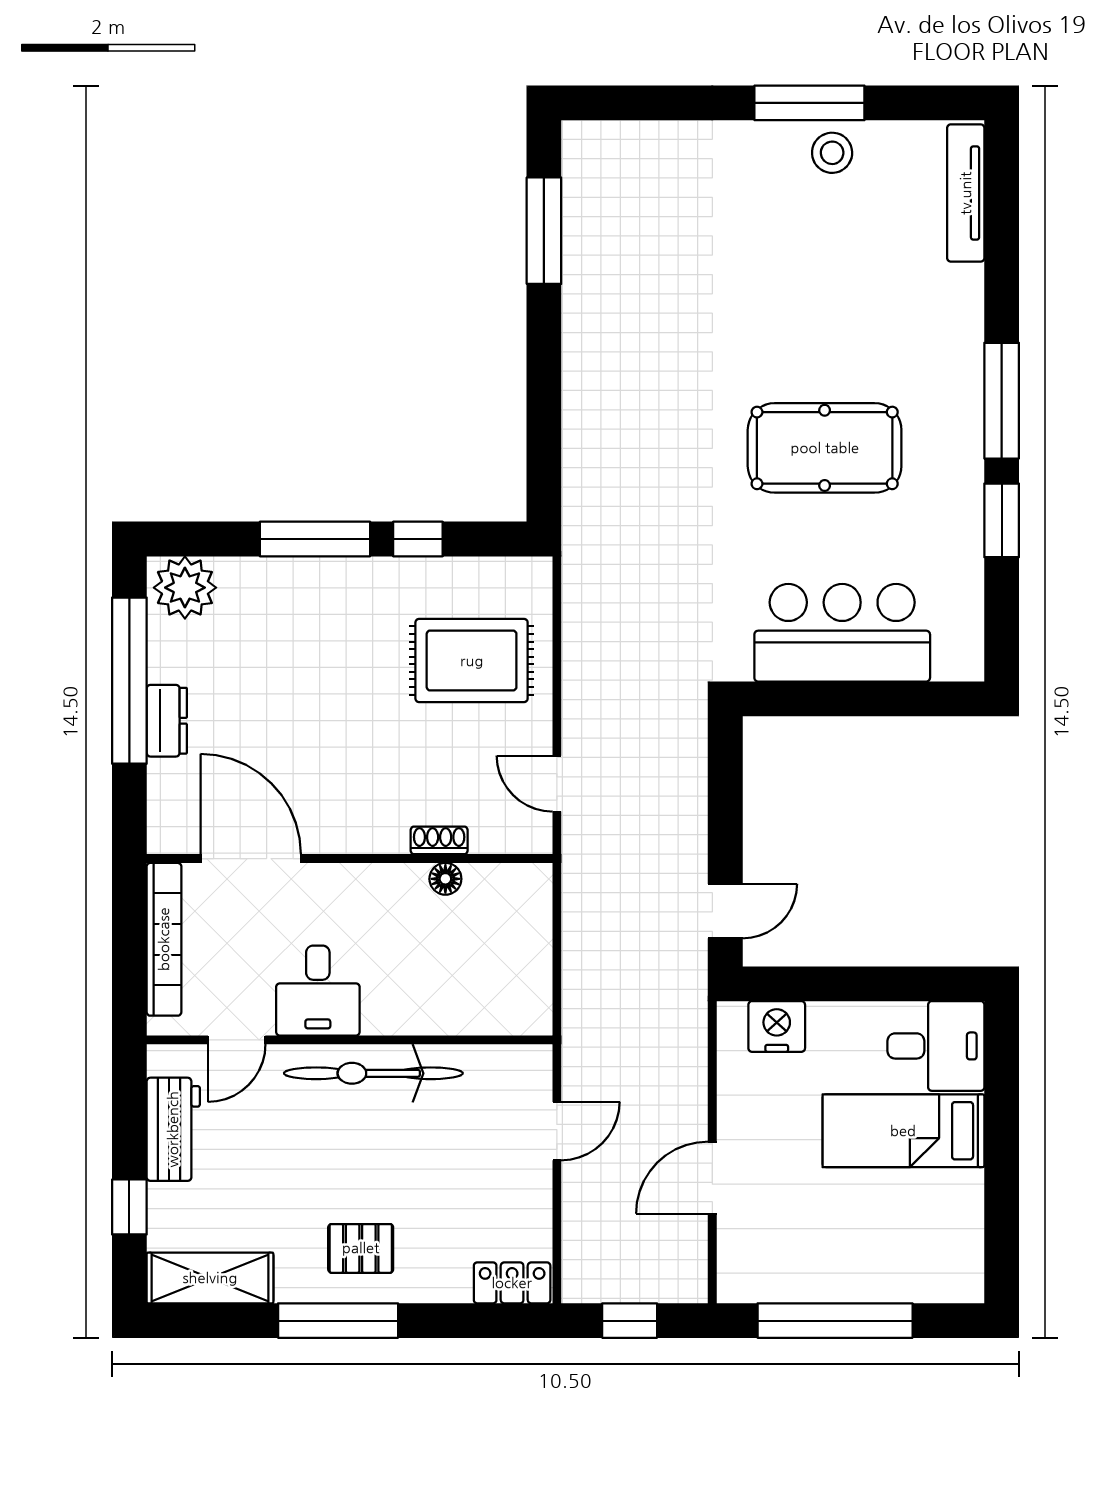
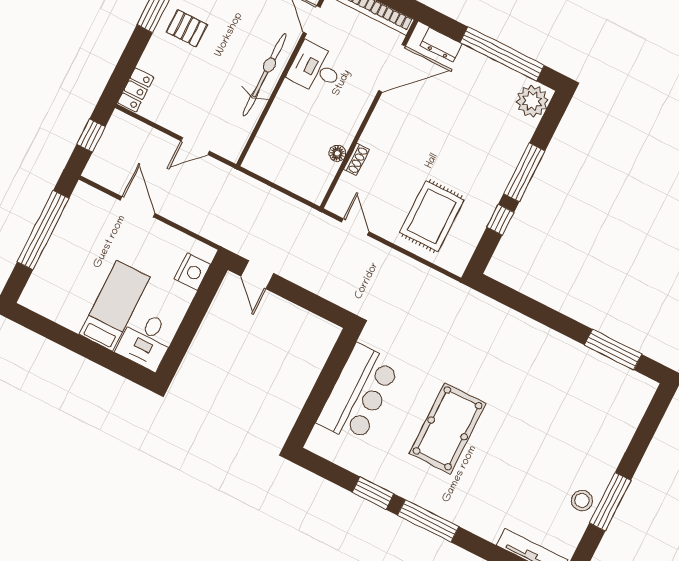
dresser: (167, 721) -> (441, 45), moved
door: (557, 784) -> (355, 227), hinge flipped
door: (557, 1131) -> (195, 146), hinge flipped
pallet: (361, 1248) -> (187, 28), turned 90

